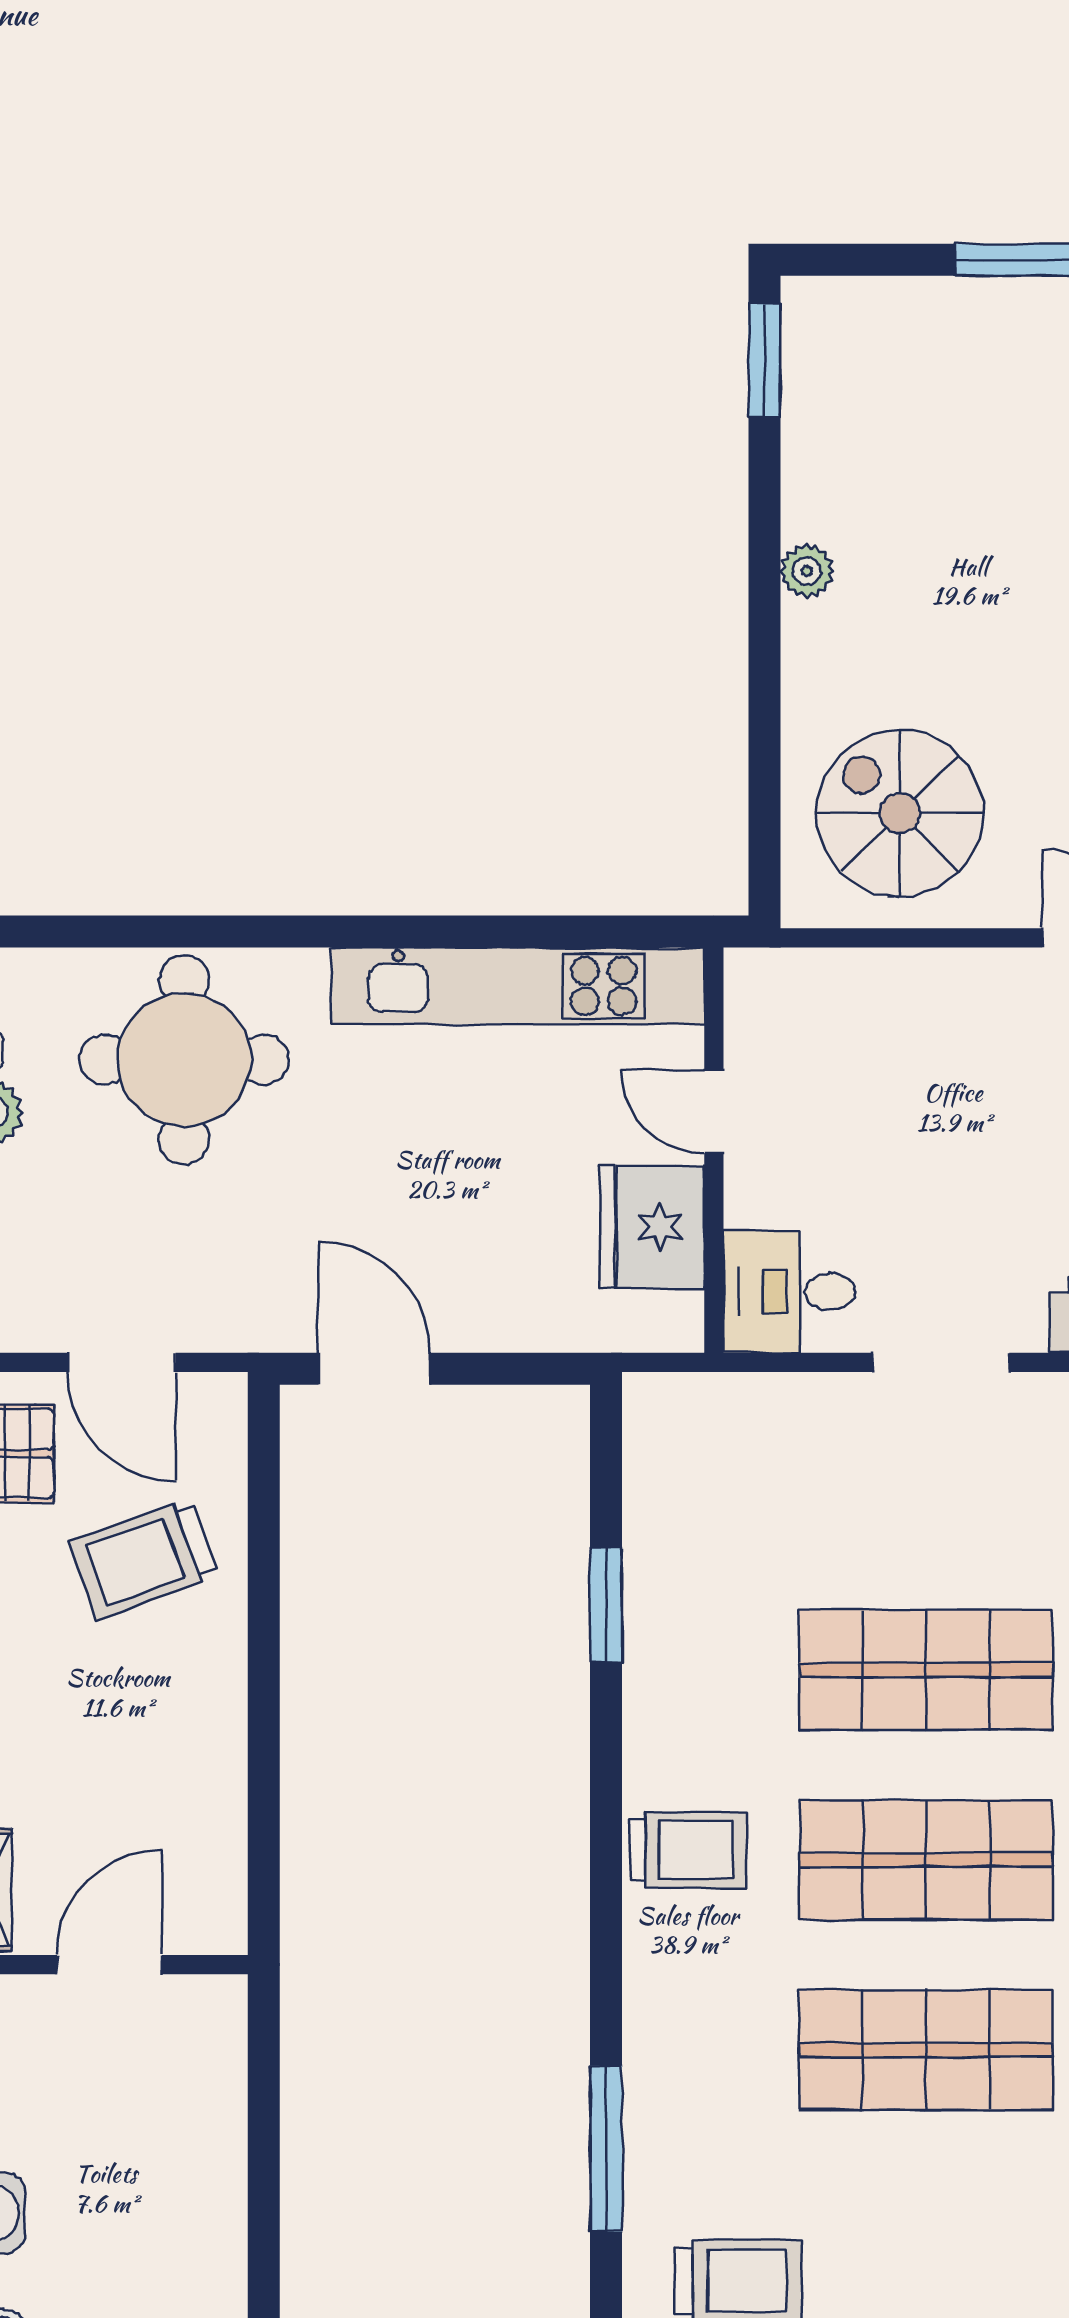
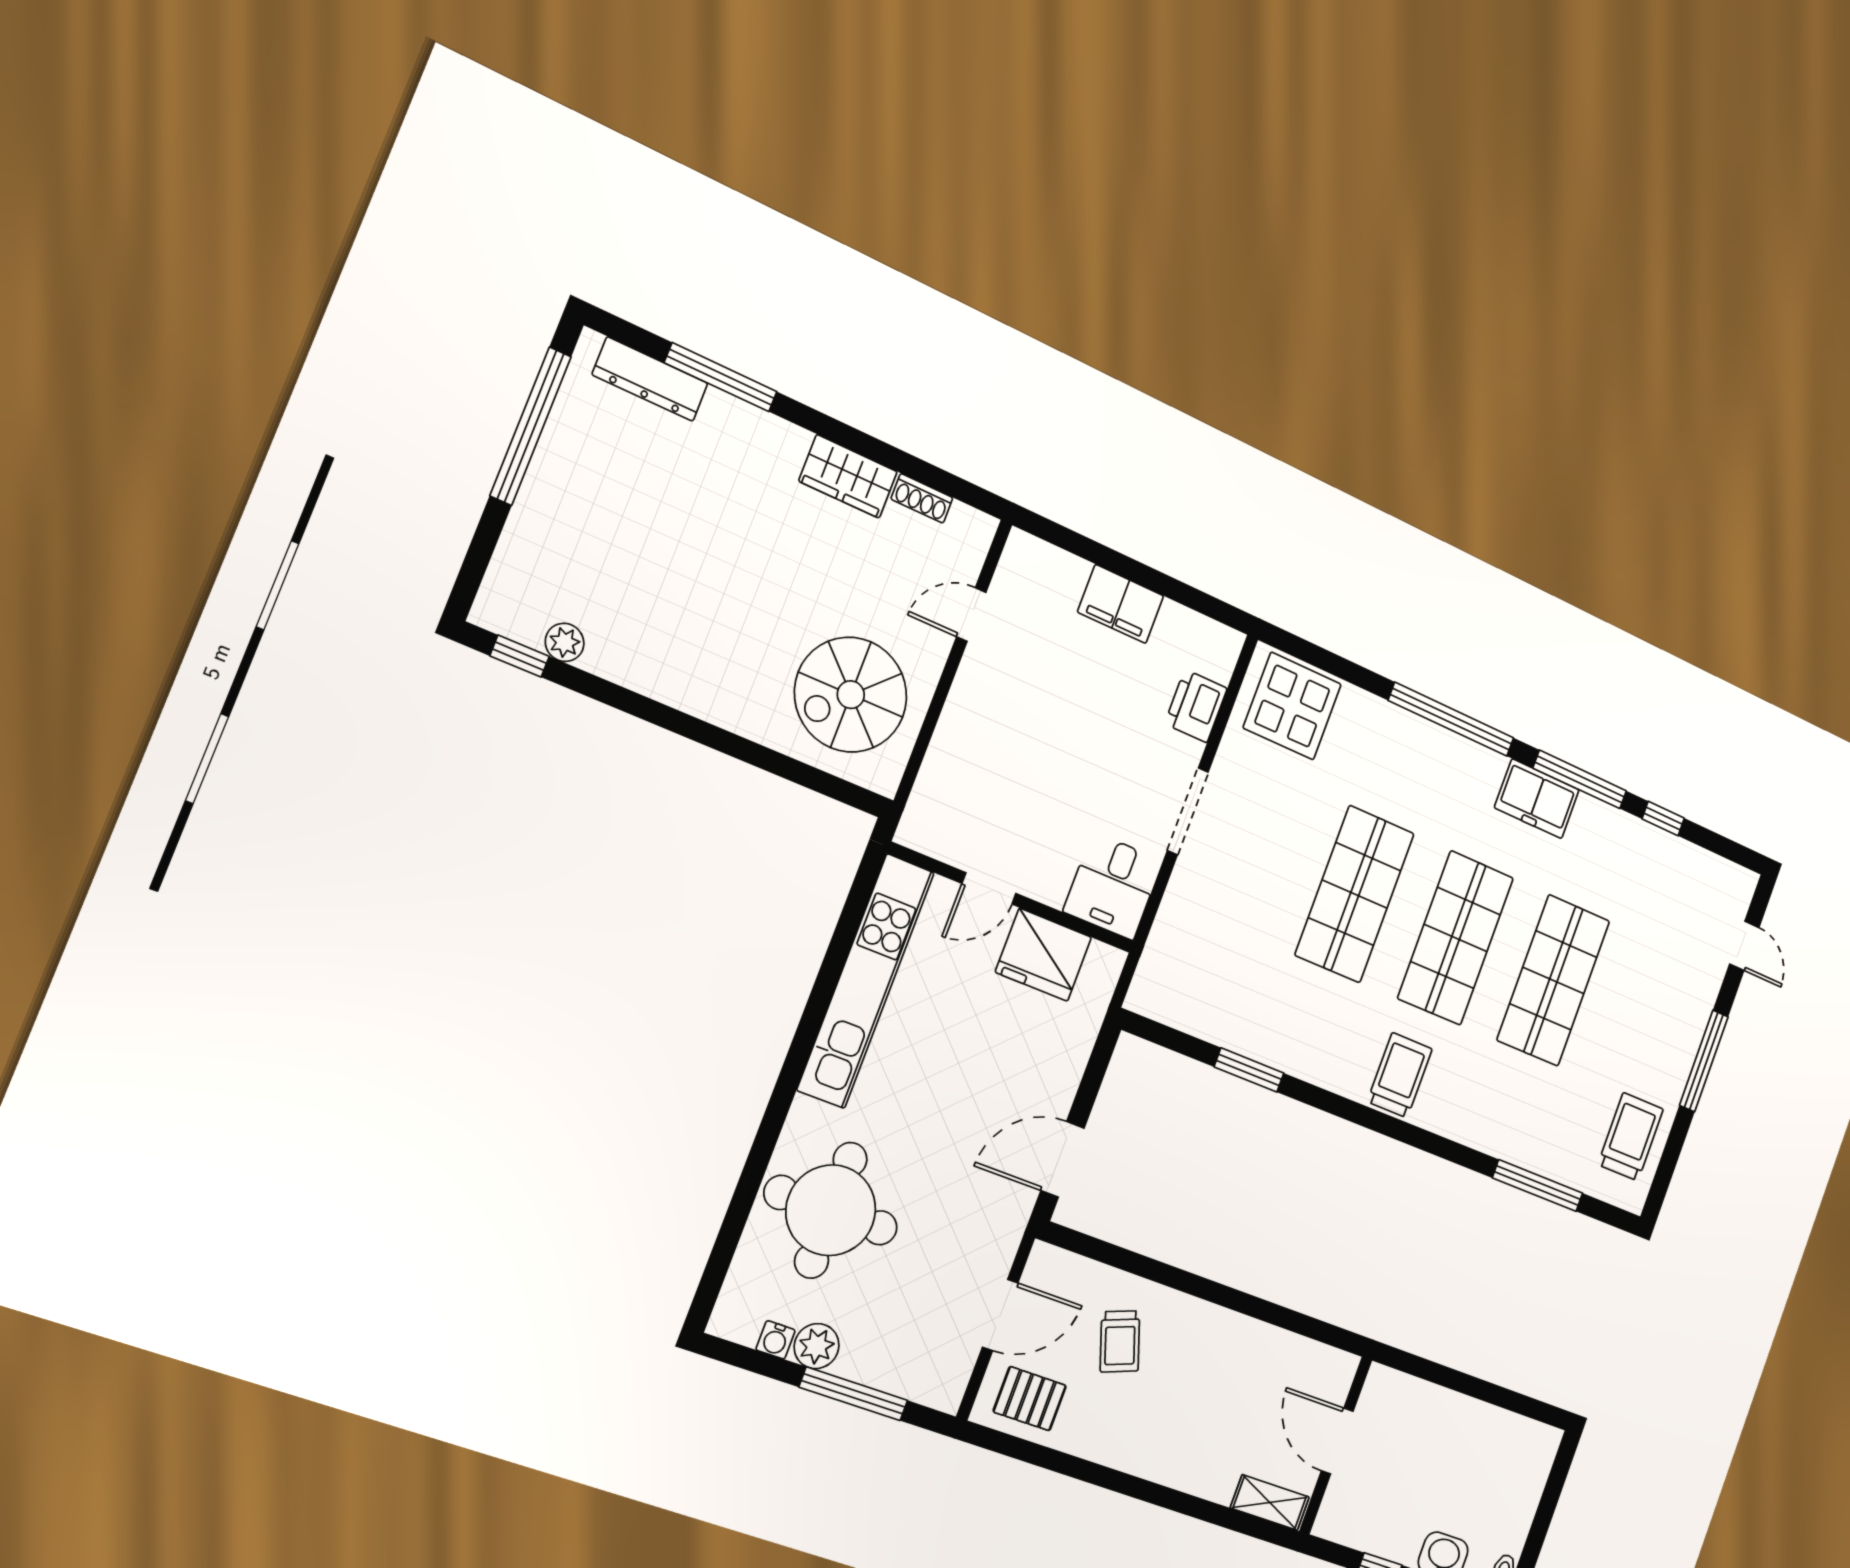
window: (764, 360) -> (520, 656), width x0.67
plant: (807, 571) -> (565, 642), moved
trolley: (144, 1559) -> (1120, 1341), width x0.73, depth x0.72

